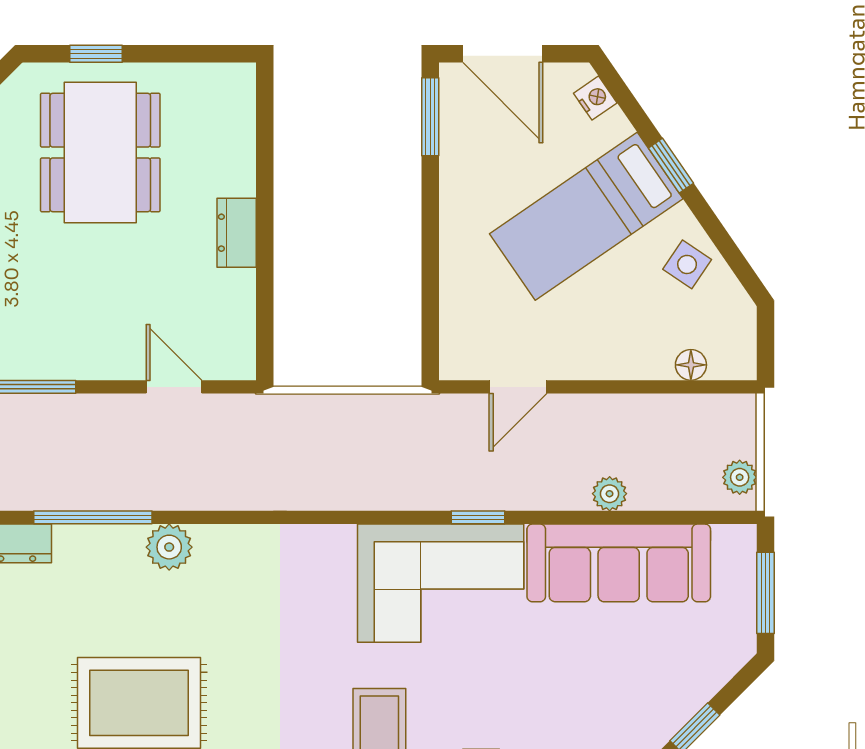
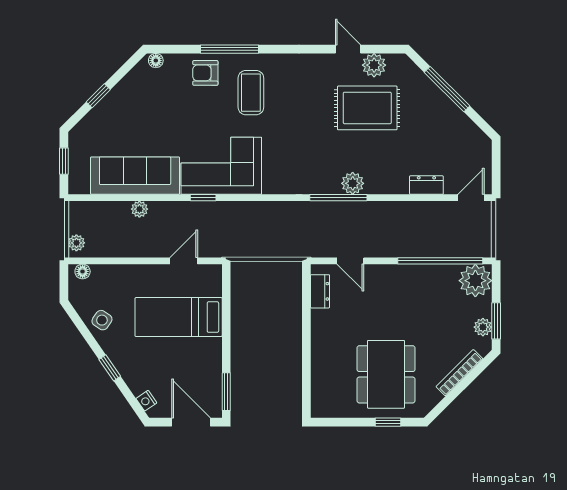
bed: (586, 216) -> (179, 317), moved, turned -145
dresser: (237, 233) -> (320, 291), moved
floor lamp: (691, 365) -> (83, 272), moved
plant: (740, 477) -> (76, 243), moved
window: (93, 517) -> (338, 198), moved
window: (765, 593) -> (64, 161), width x0.67

